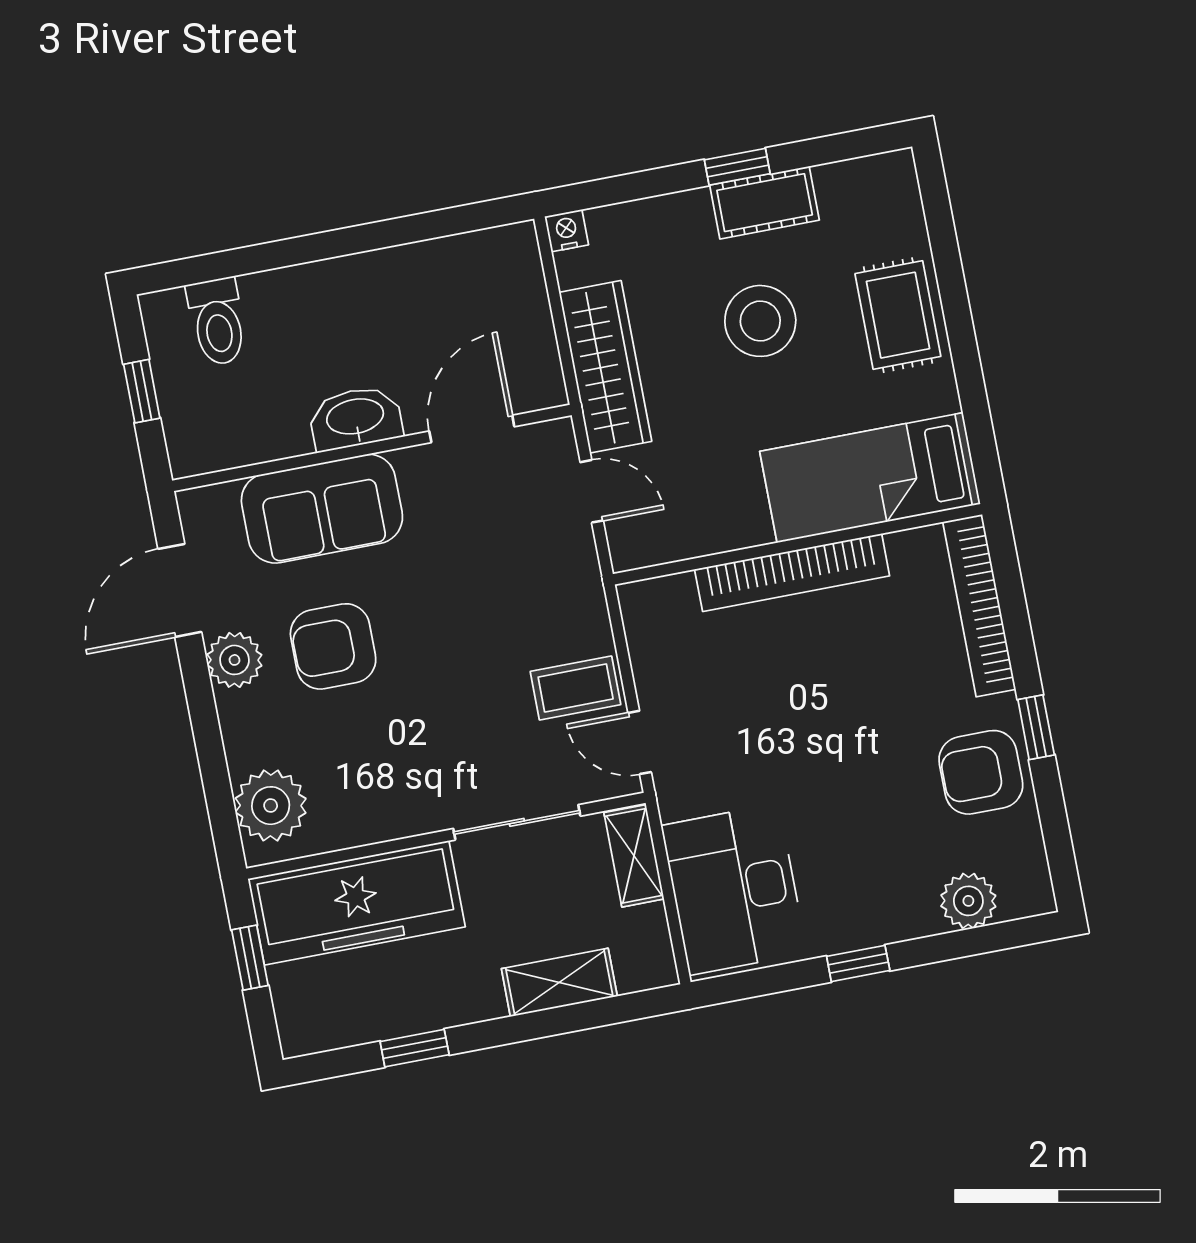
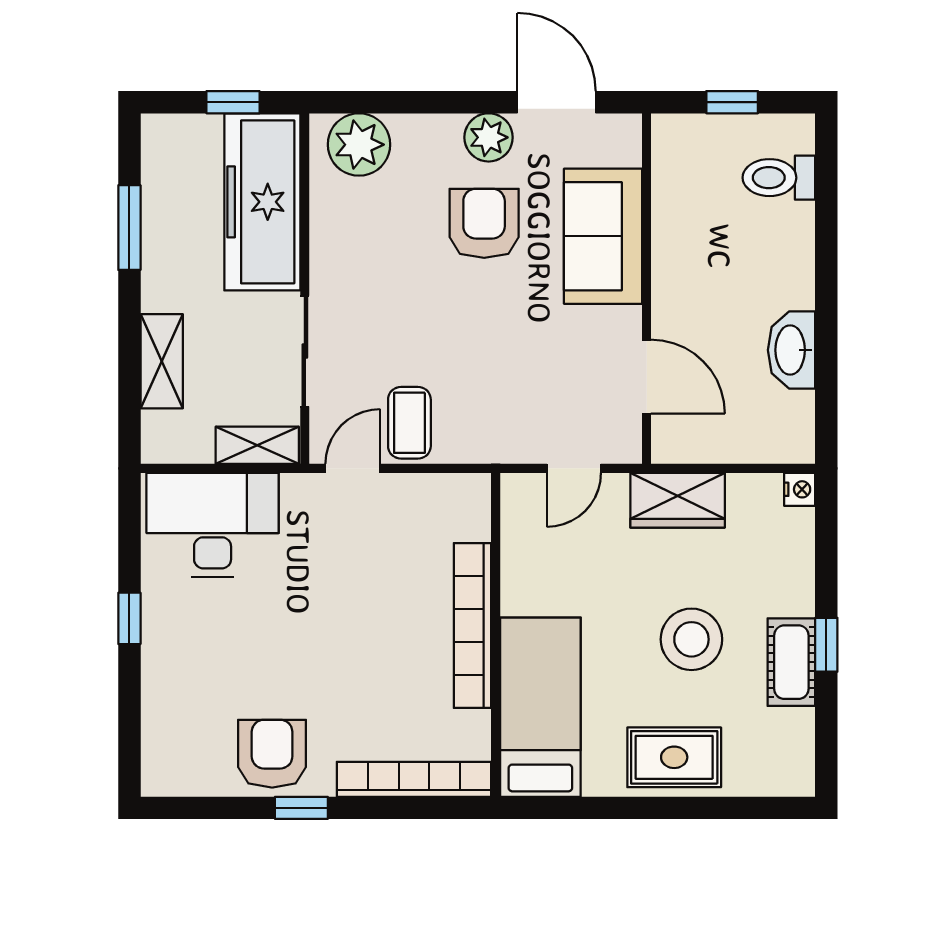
wardrobe: (605, 367) -> (678, 500), width x0.67
washbasin: (355, 418) -> (792, 350), moved, turned 180
plant: (968, 901) -> (165, 722), removed
window: (415, 1048) -> (129, 228), width x1.50

